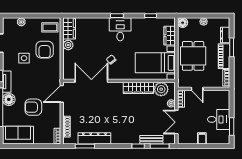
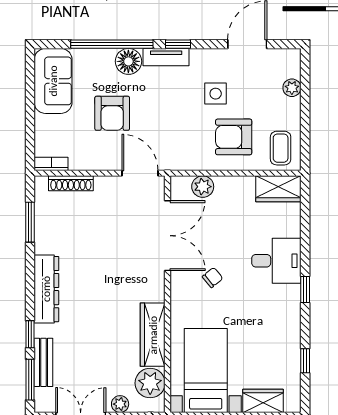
desk: (120, 29) -> (276, 261), moved
plant: (68, 45) -> (203, 187), moved
armchair: (33, 107) -> (112, 113), turned 180
dresser: (94, 138) -> (46, 289), moved

